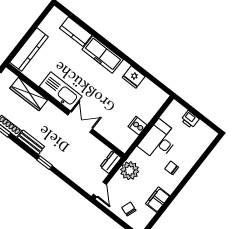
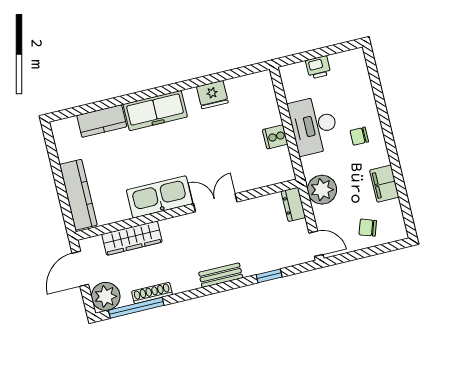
bench: (31, 142) -> (221, 275), moved
window: (45, 163) -> (269, 276), moved

